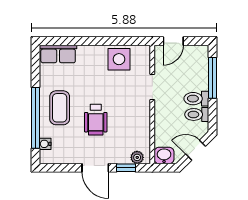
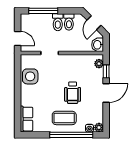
wheelchair: (96, 120) -> (73, 93), turned 90
plant: (46, 157) -> (99, 128), added

